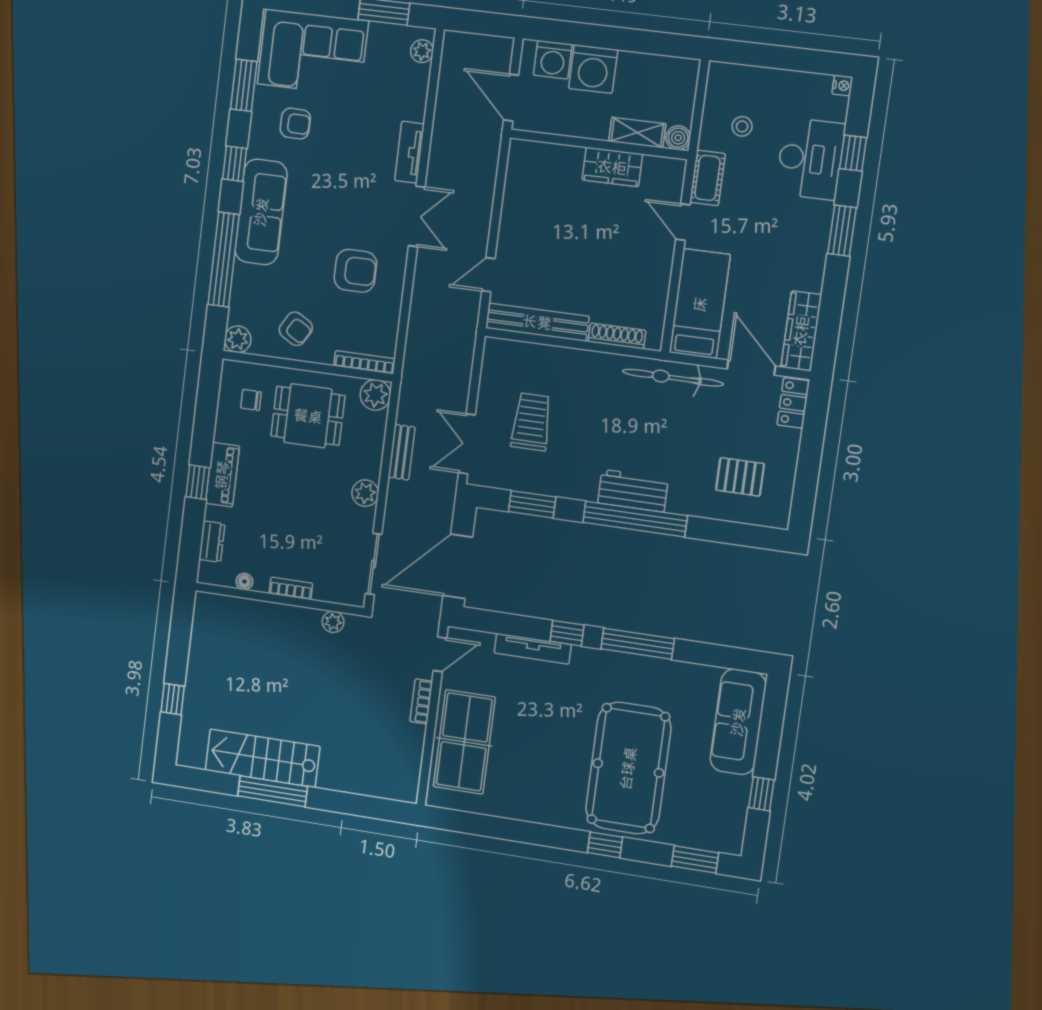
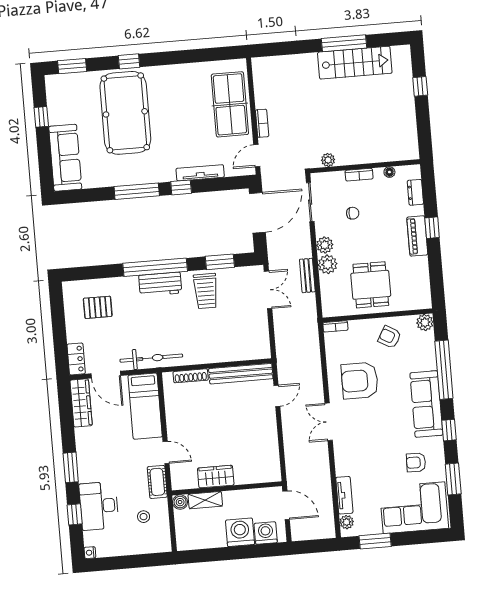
tv unit: (409, 152) -> (344, 495), moved
armchair: (355, 271) -> (360, 381), width x1.36, depth x1.36
bookcase: (364, 362) -> (335, 326), width x0.64
plant: (375, 395) -> (328, 264), moved
chair: (251, 400) -> (353, 213), moved
dining table: (308, 416) -> (371, 285), turned 90
trolley: (531, 422) -> (206, 291), moved

